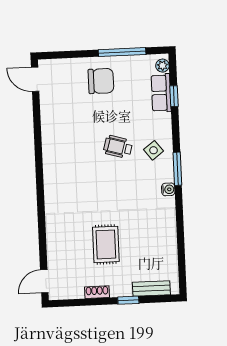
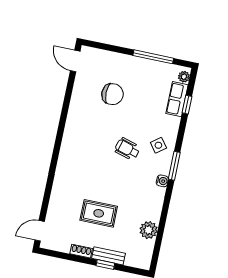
chair: (101, 81) -> (113, 94), moved
wheelchair: (118, 147) -> (127, 149), moved
rug: (106, 244) -> (99, 213), turned 90
plant: (167, 249) -> (149, 230), added
bench: (151, 288) -> (108, 256), moved

